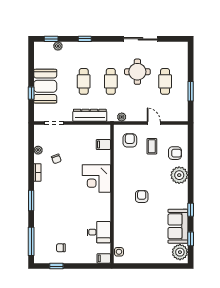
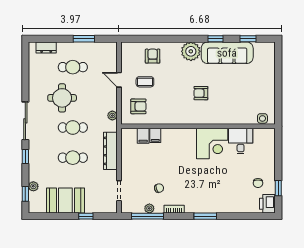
sliding door: (140, 39) -> (25, 121), moved
dresser: (183, 57) -> (46, 47), added
booth: (45, 86) -> (65, 201), moved
door: (154, 123) -> (119, 80), hinge flipped
armchair: (130, 140) -> (138, 106), turned 180
plant: (179, 175) -> (191, 51), moved
corner desk: (96, 178) -> (212, 144), moved
sofa: (178, 226) -> (227, 53), width x1.36
window: (31, 241) -> (147, 216), moved
plant: (180, 252) -> (263, 51), removed
printer: (42, 256) -> (267, 204), added
filing cabinet: (104, 258) -> (155, 135), moved

